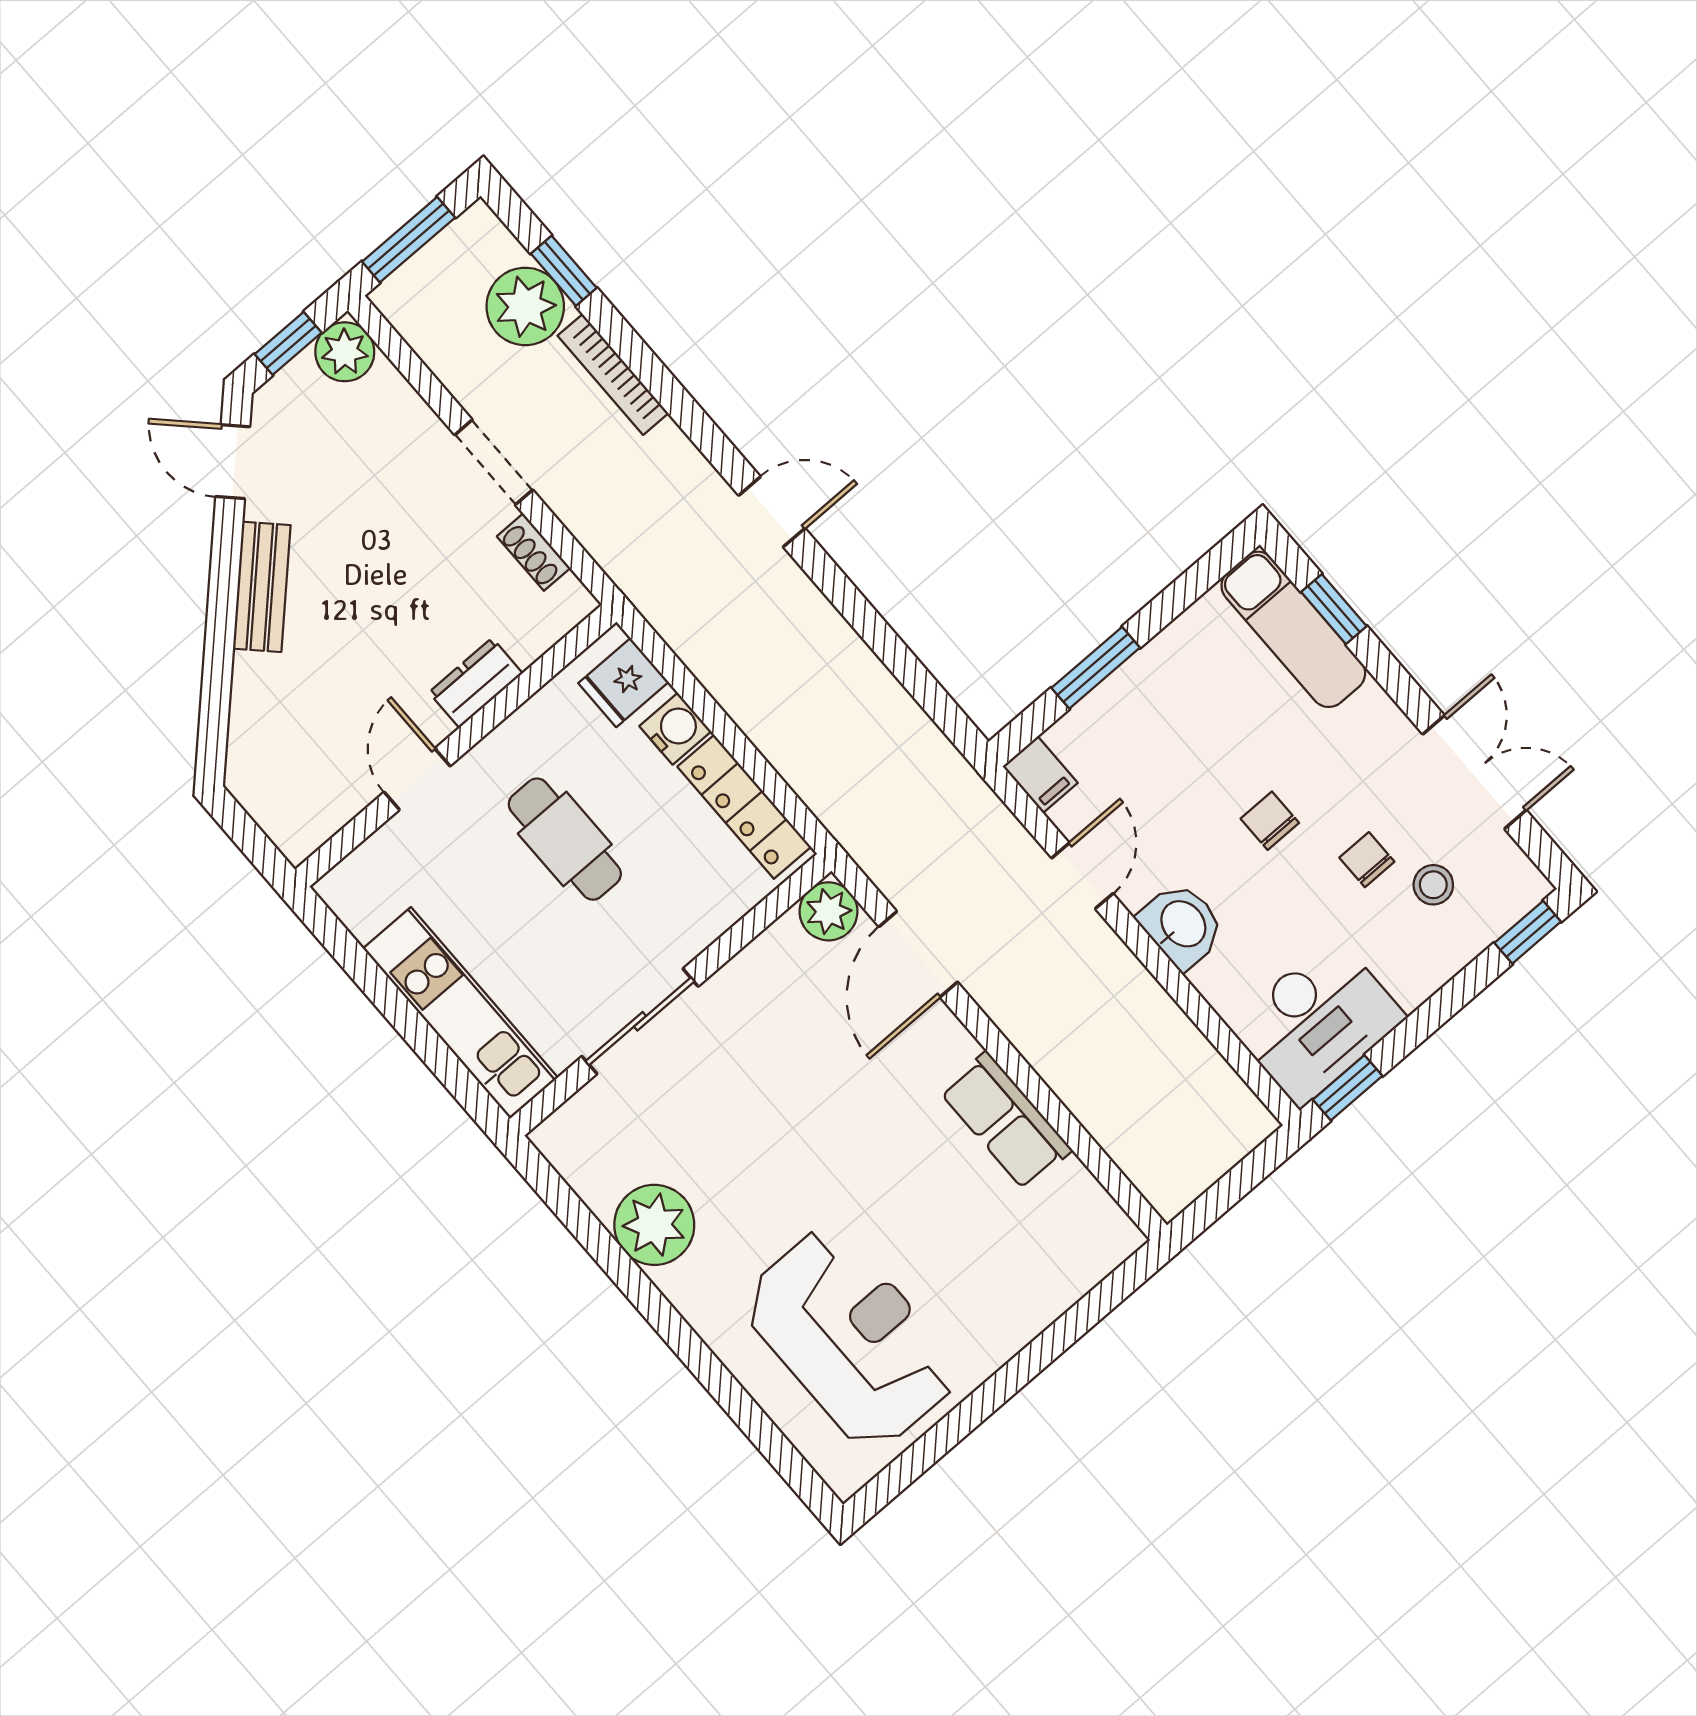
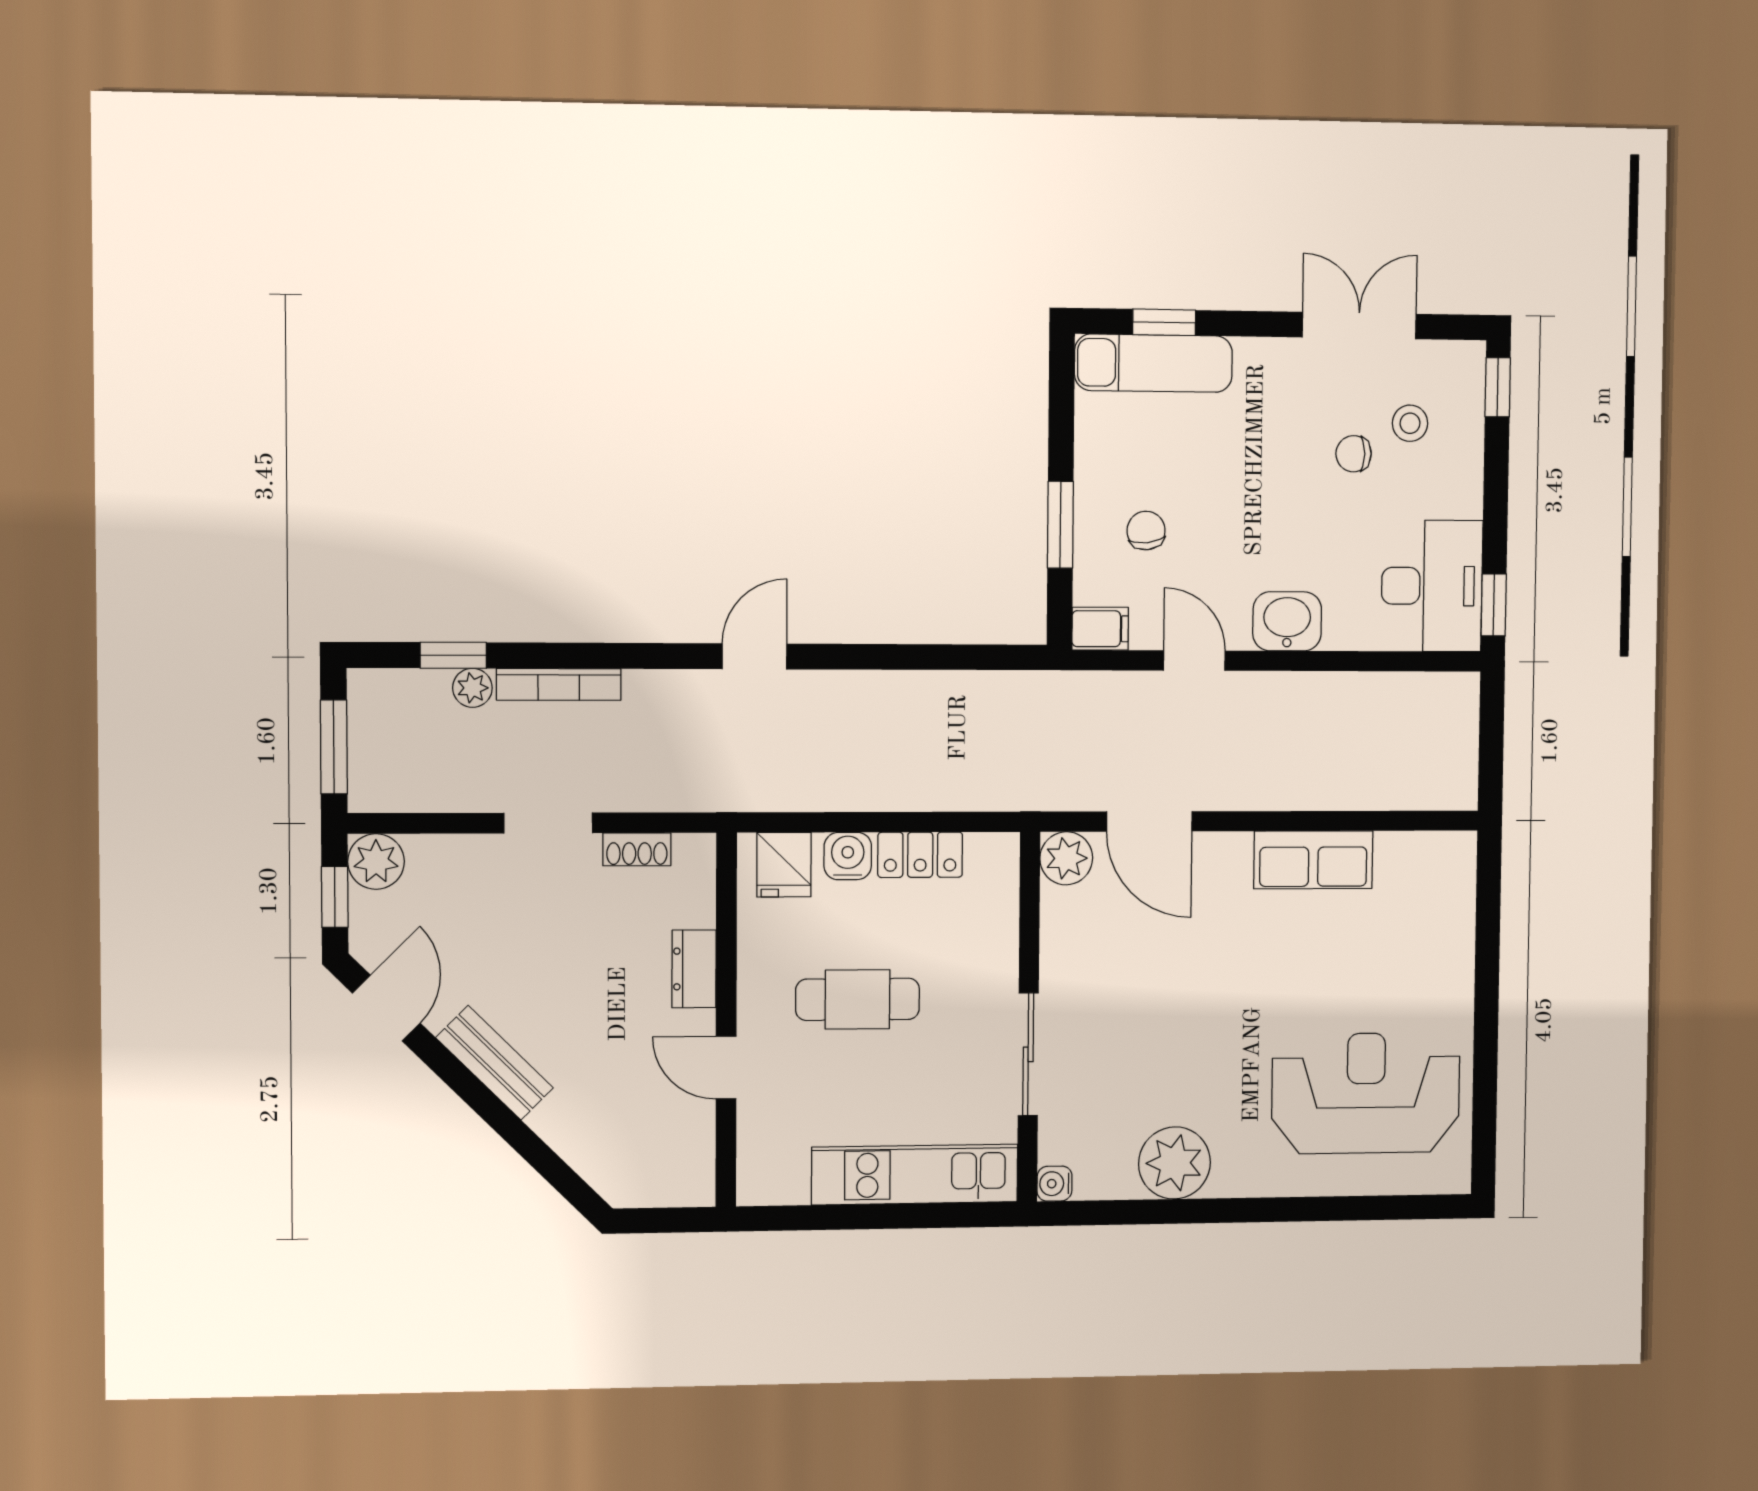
plant: (525, 306) -> (472, 688), width x0.53, depth x0.53
door: (233, 462) -> (386, 1008), swing flipped
locker: (744, 807) -> (920, 855), width x0.66
chair: (1270, 821) -> (1146, 531), moved, turned 83
water cooler: (552, 1138) -> (1054, 1184), added

